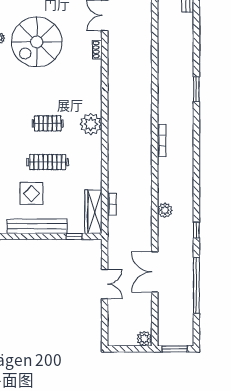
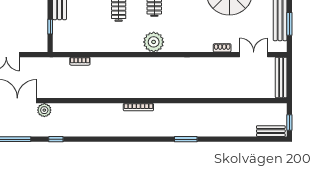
plant: (165, 210) -> (44, 110), moved
wardrobe: (93, 212) -> (73, 44), removed

